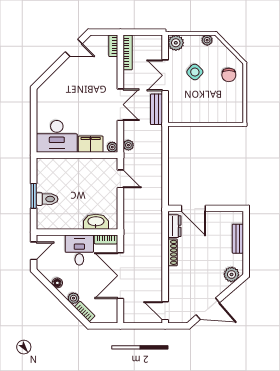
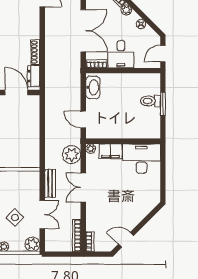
plant: (128, 145) -> (72, 155), width x1.88, depth x1.88
washbasin: (96, 222) -> (93, 87), moved, turned -90

